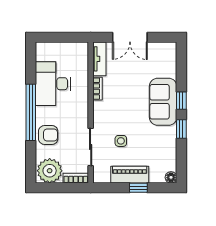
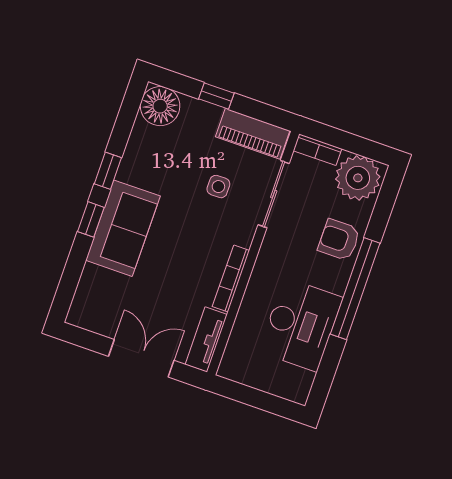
bookcase: (98, 89) -> (231, 278), width x1.56
piano: (130, 175) -> (253, 134), moved
floor lamp: (171, 177) -> (160, 106), width x1.89, depth x1.89

